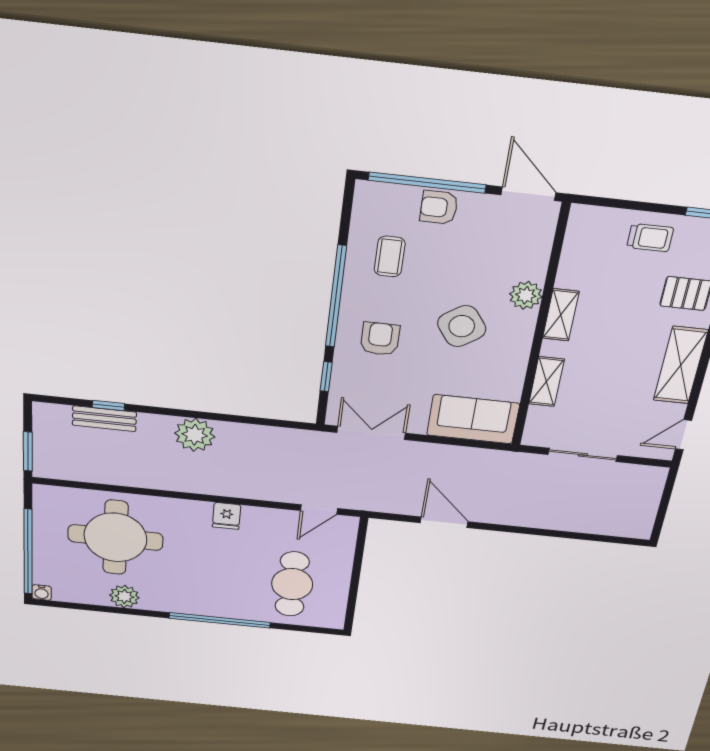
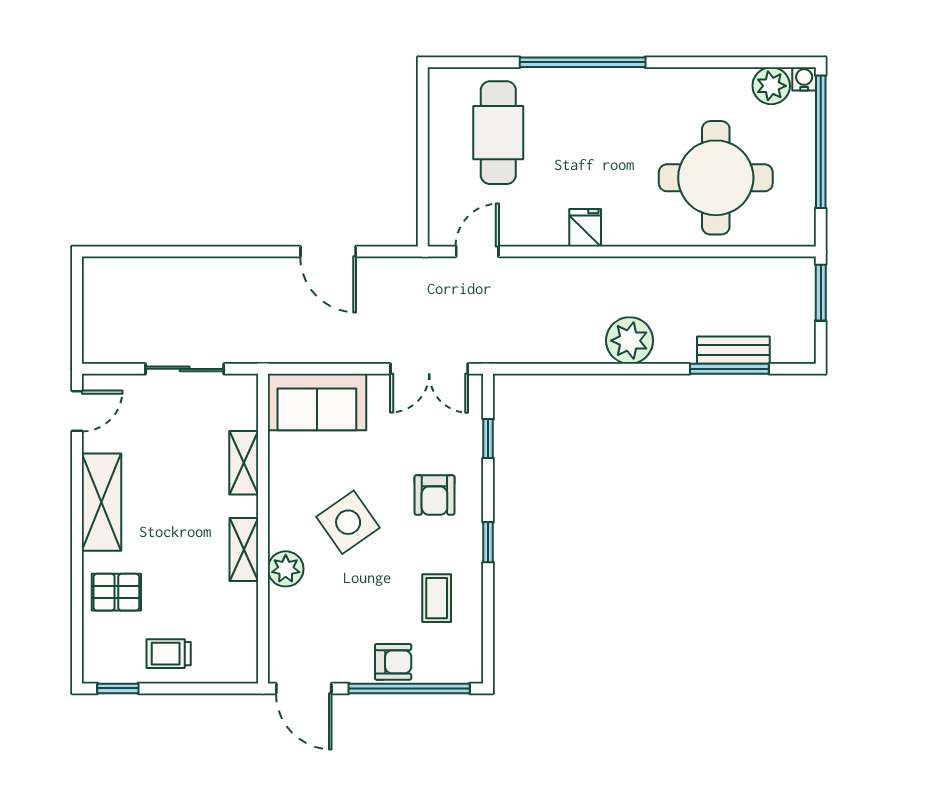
window: (336, 297) -> (488, 542), width x0.32
window: (108, 406) -> (729, 369), width x2.17
plant: (124, 596) -> (771, 86), moved

